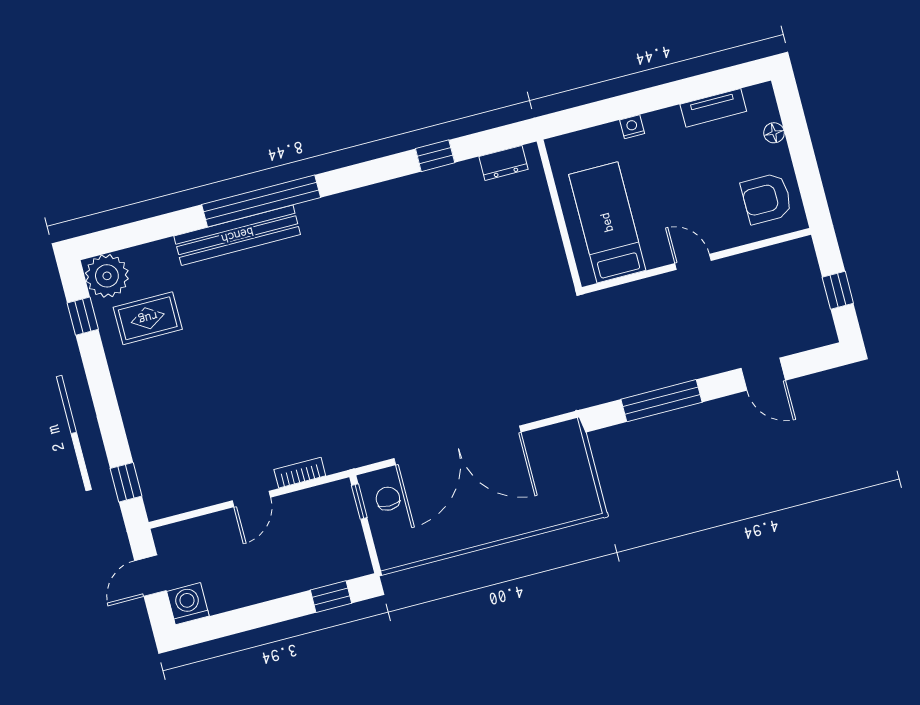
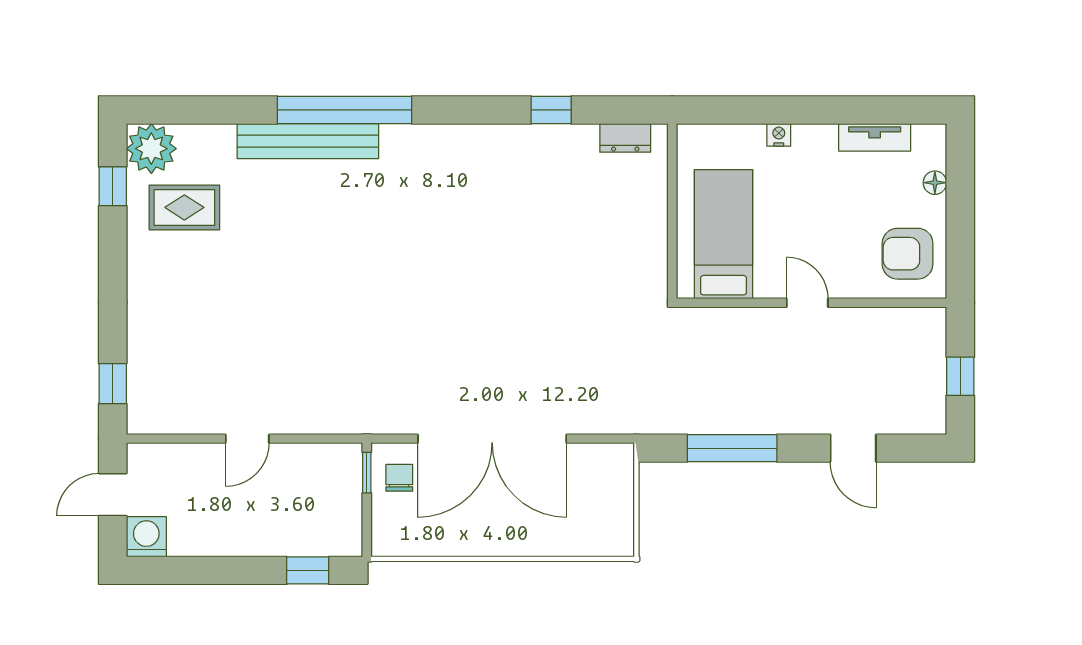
bookcase: (300, 473) -> (309, 423), removed

